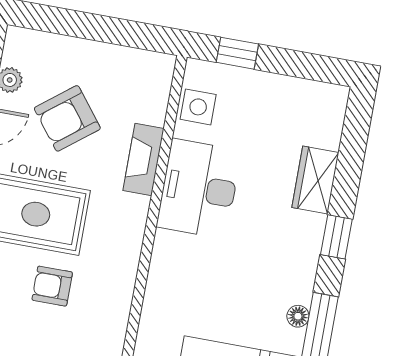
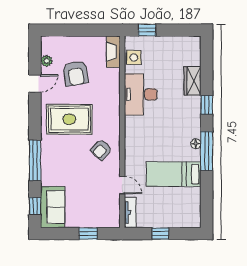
armchair: (67, 118) -> (76, 73), turned -61
fireplace: (143, 160) -> (113, 52), moved
armchair: (52, 286) -> (101, 150), moved, turned -47

